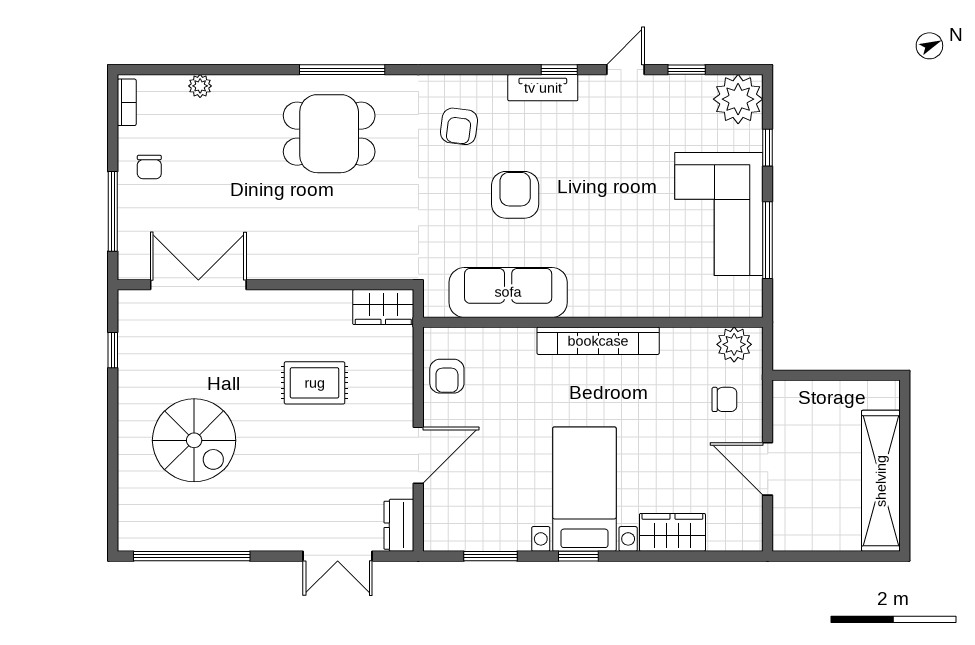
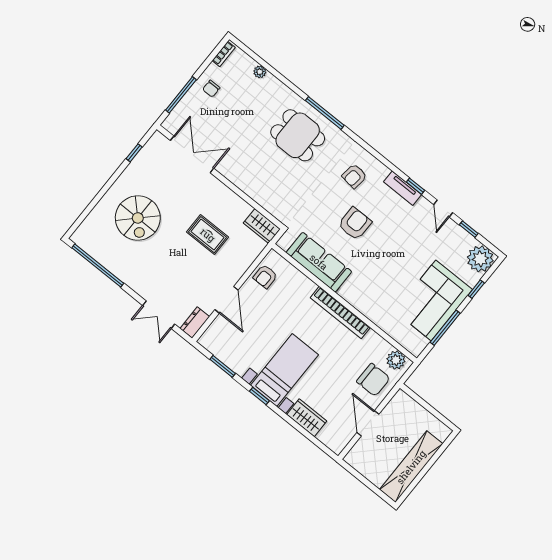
door: (626, 70) -> (443, 209), swing flipped
chair: (724, 399) -> (373, 380), width x1.87, depth x1.87
door: (418, 455) -> (226, 300), hinge flipped

